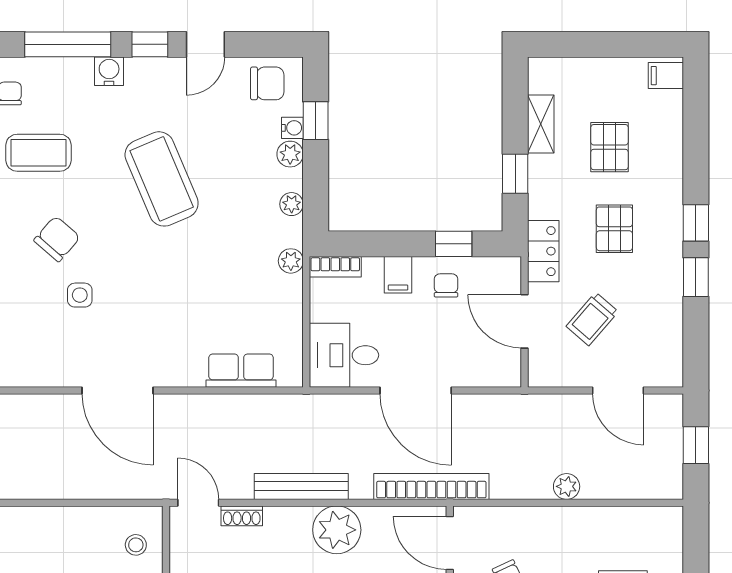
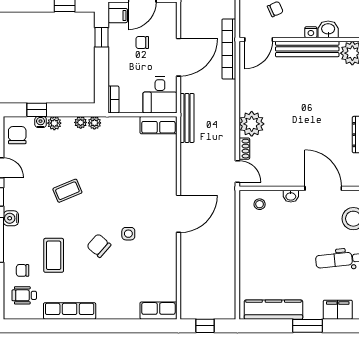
coffee table: (162, 179) -> (67, 191), width x0.54, depth x0.58
plant: (291, 261) -> (94, 123), moved
filing cabinet: (398, 275) -> (118, 16), moved
chair: (446, 285) -> (142, 42), moved
row of seats: (241, 371) -> (158, 125), moved, turned -90
bench: (301, 486) -> (187, 118), moved
door: (198, 503) -> (237, 171), swing flipped
plant: (337, 530) -> (252, 124), moved

